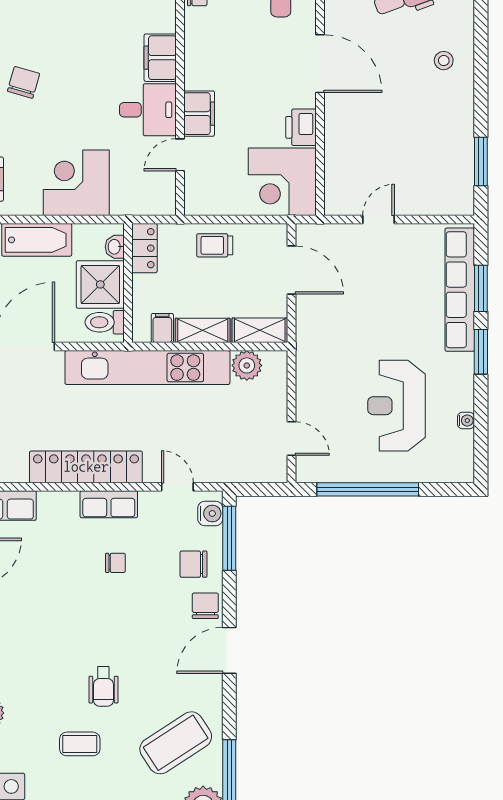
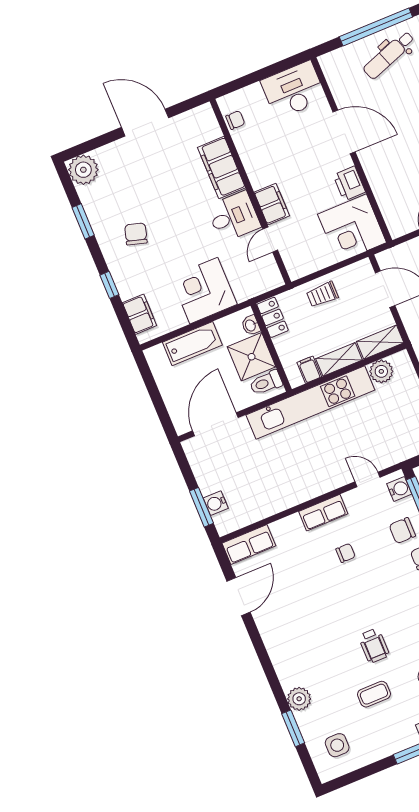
filing cabinet: (160, 58) -> (221, 168), width x1.50, depth x1.17
locker: (86, 467) -> (296, 493), removed

